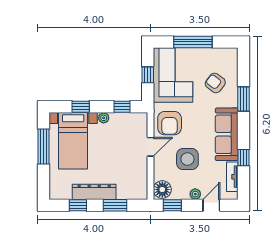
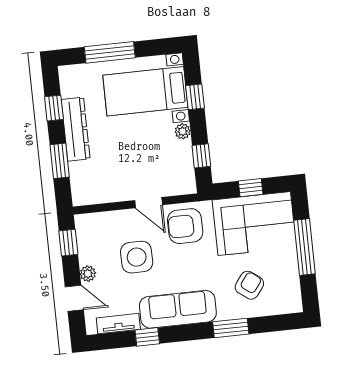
window: (43, 147) -> (110, 52), moved
floor lamp: (162, 190) -> (89, 226), removed

